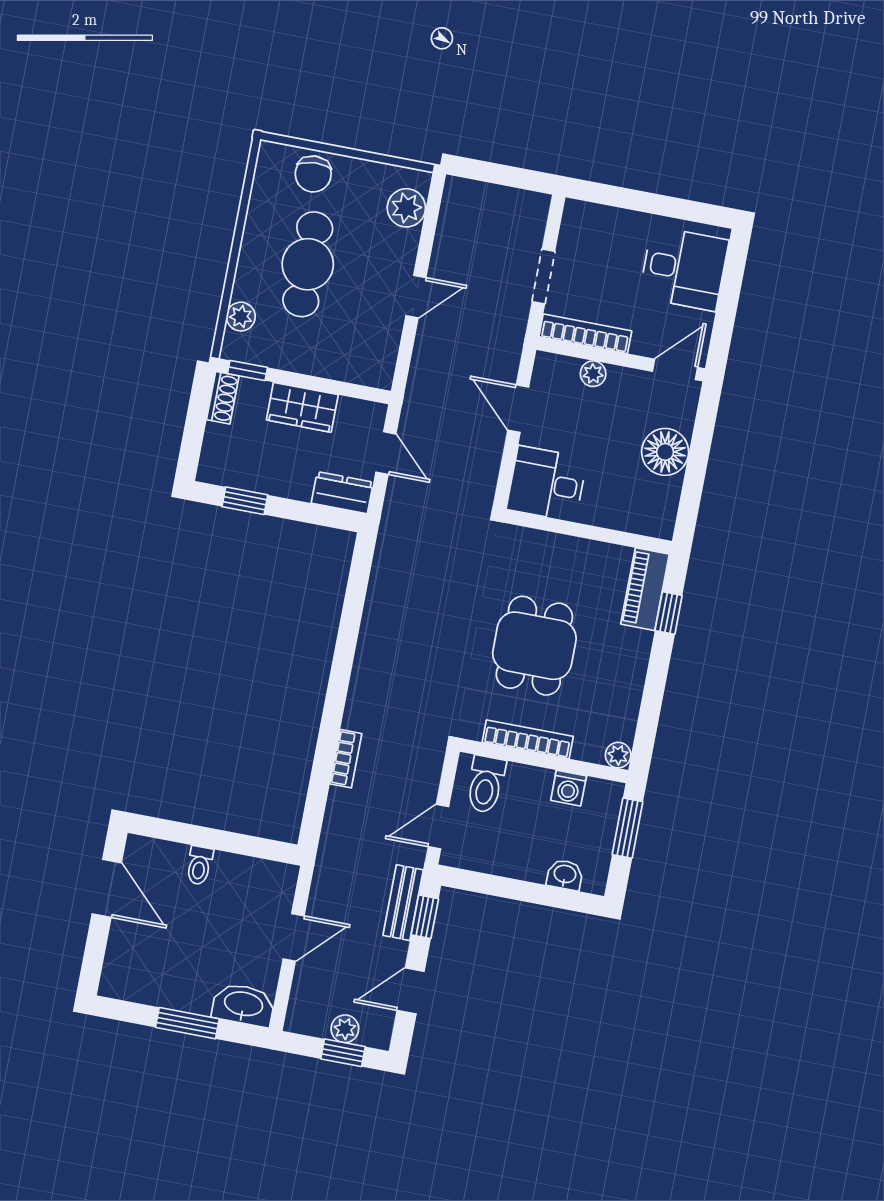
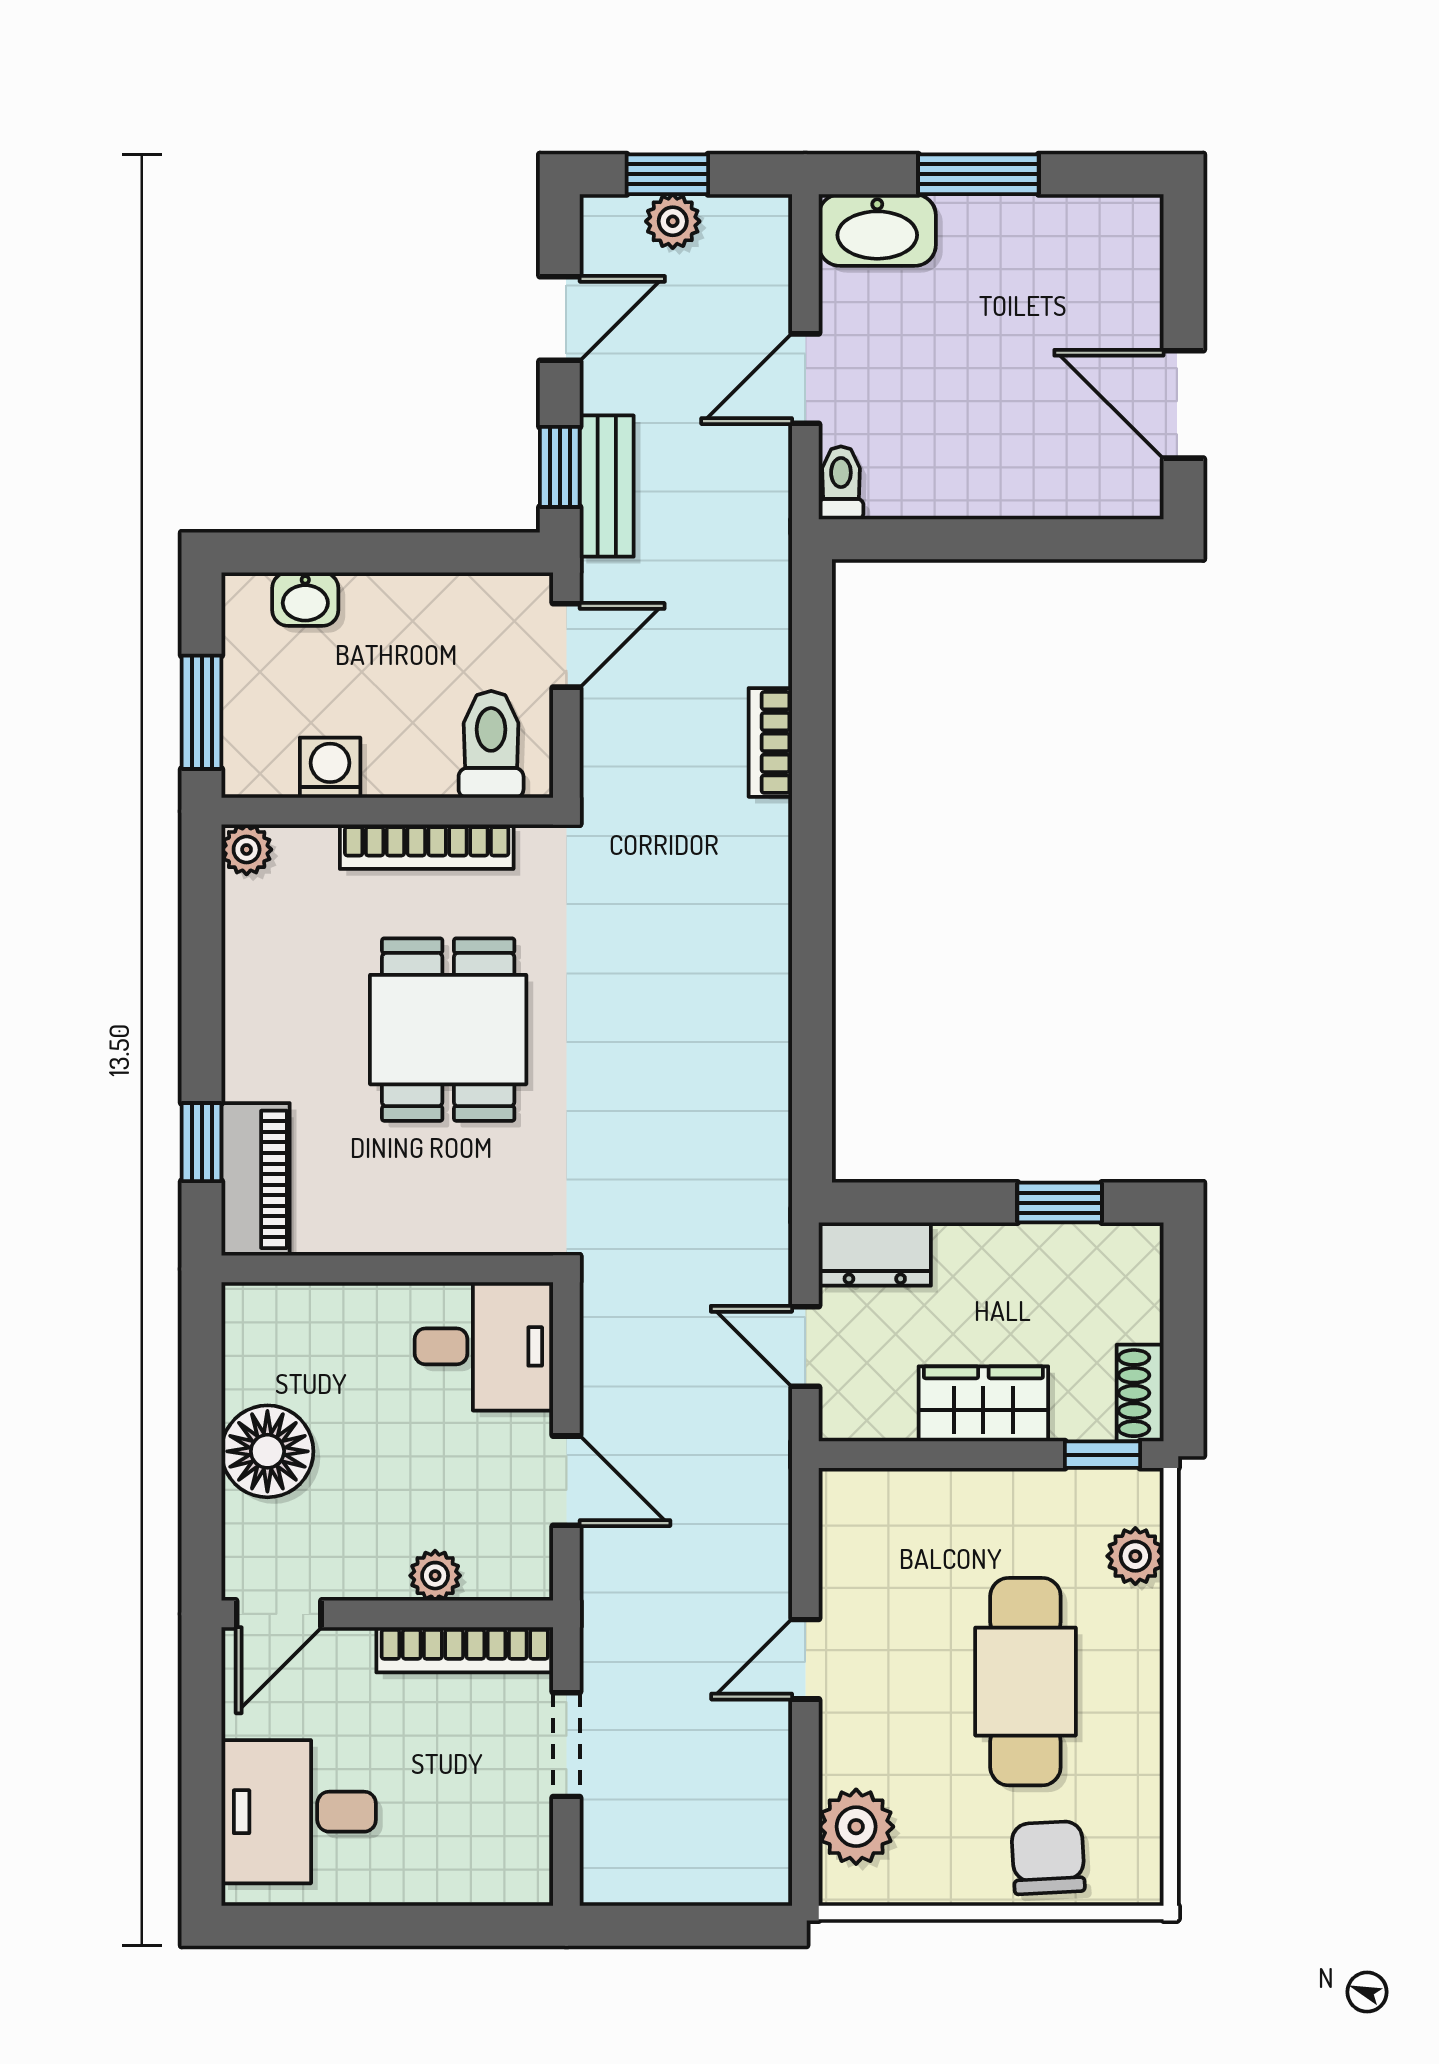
toilet: (199, 865) -> (841, 483), moved

